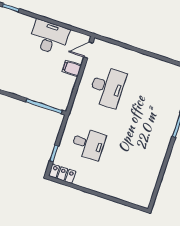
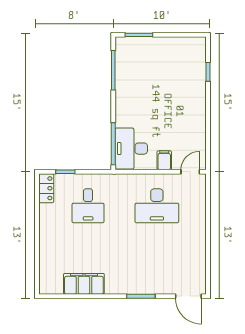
desk: (49, 37) -> (131, 149), moved, turned 180
door: (88, 50) -> (190, 172), hinge flipped
filing cabinet: (152, 169) -> (84, 284), added

